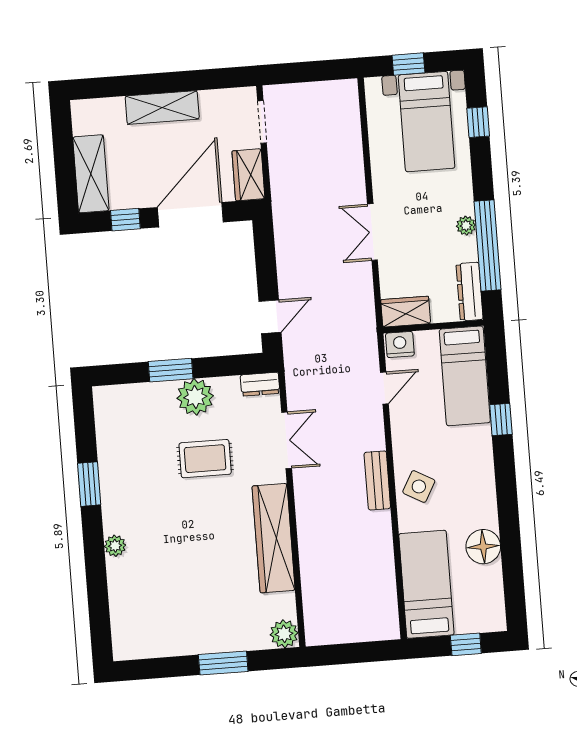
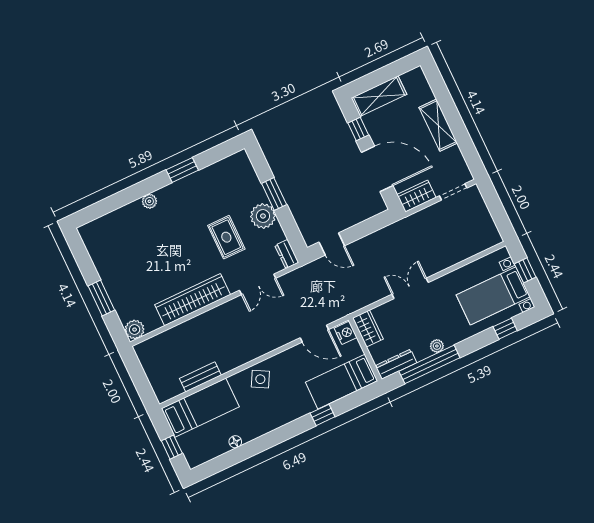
door: (384, 388) -> (314, 334), width x1.38
bench: (377, 480) -> (200, 377), moved
floor lamp: (483, 547) -> (235, 442), width x0.53, depth x0.53

